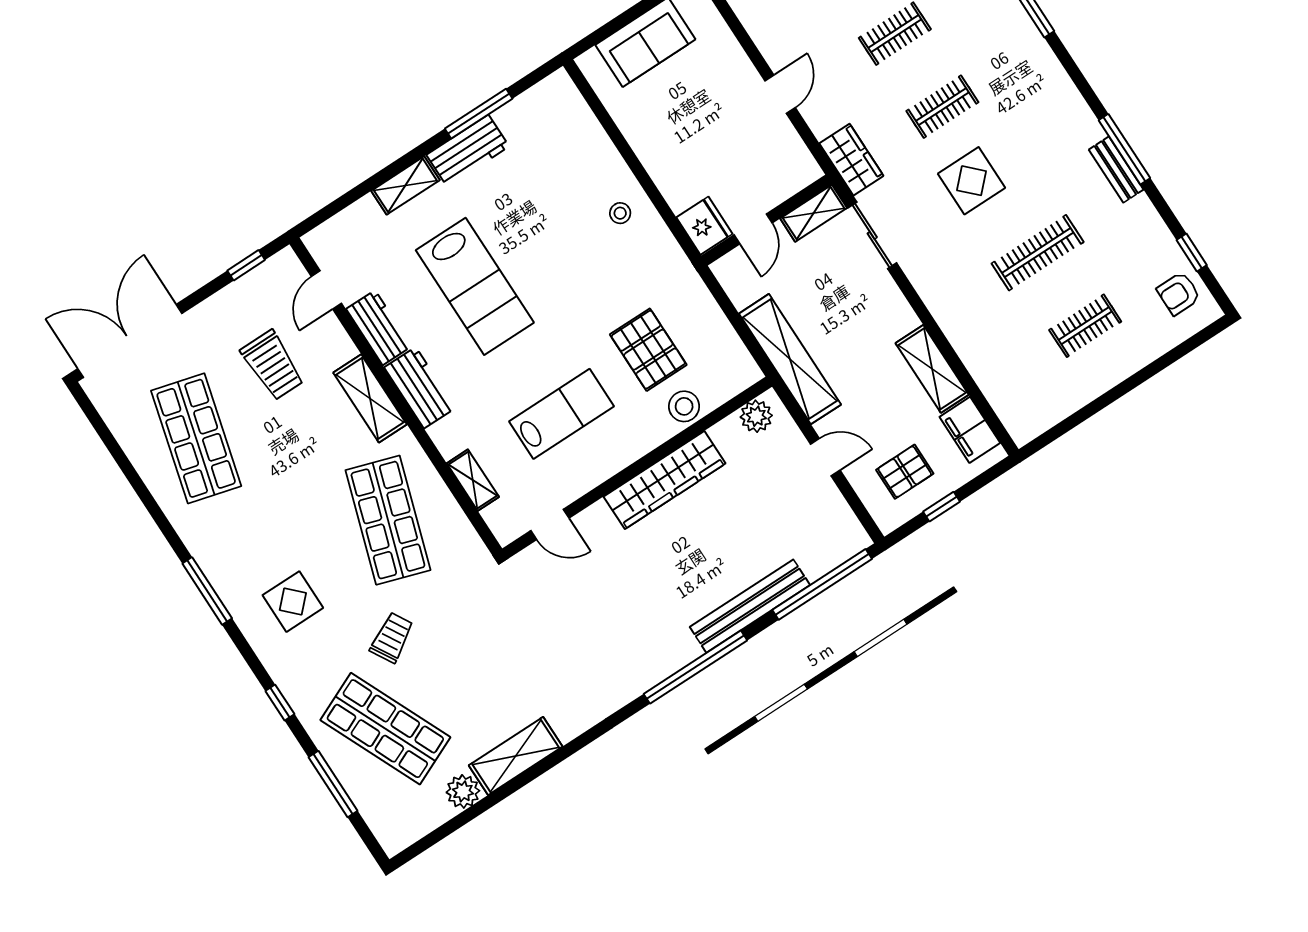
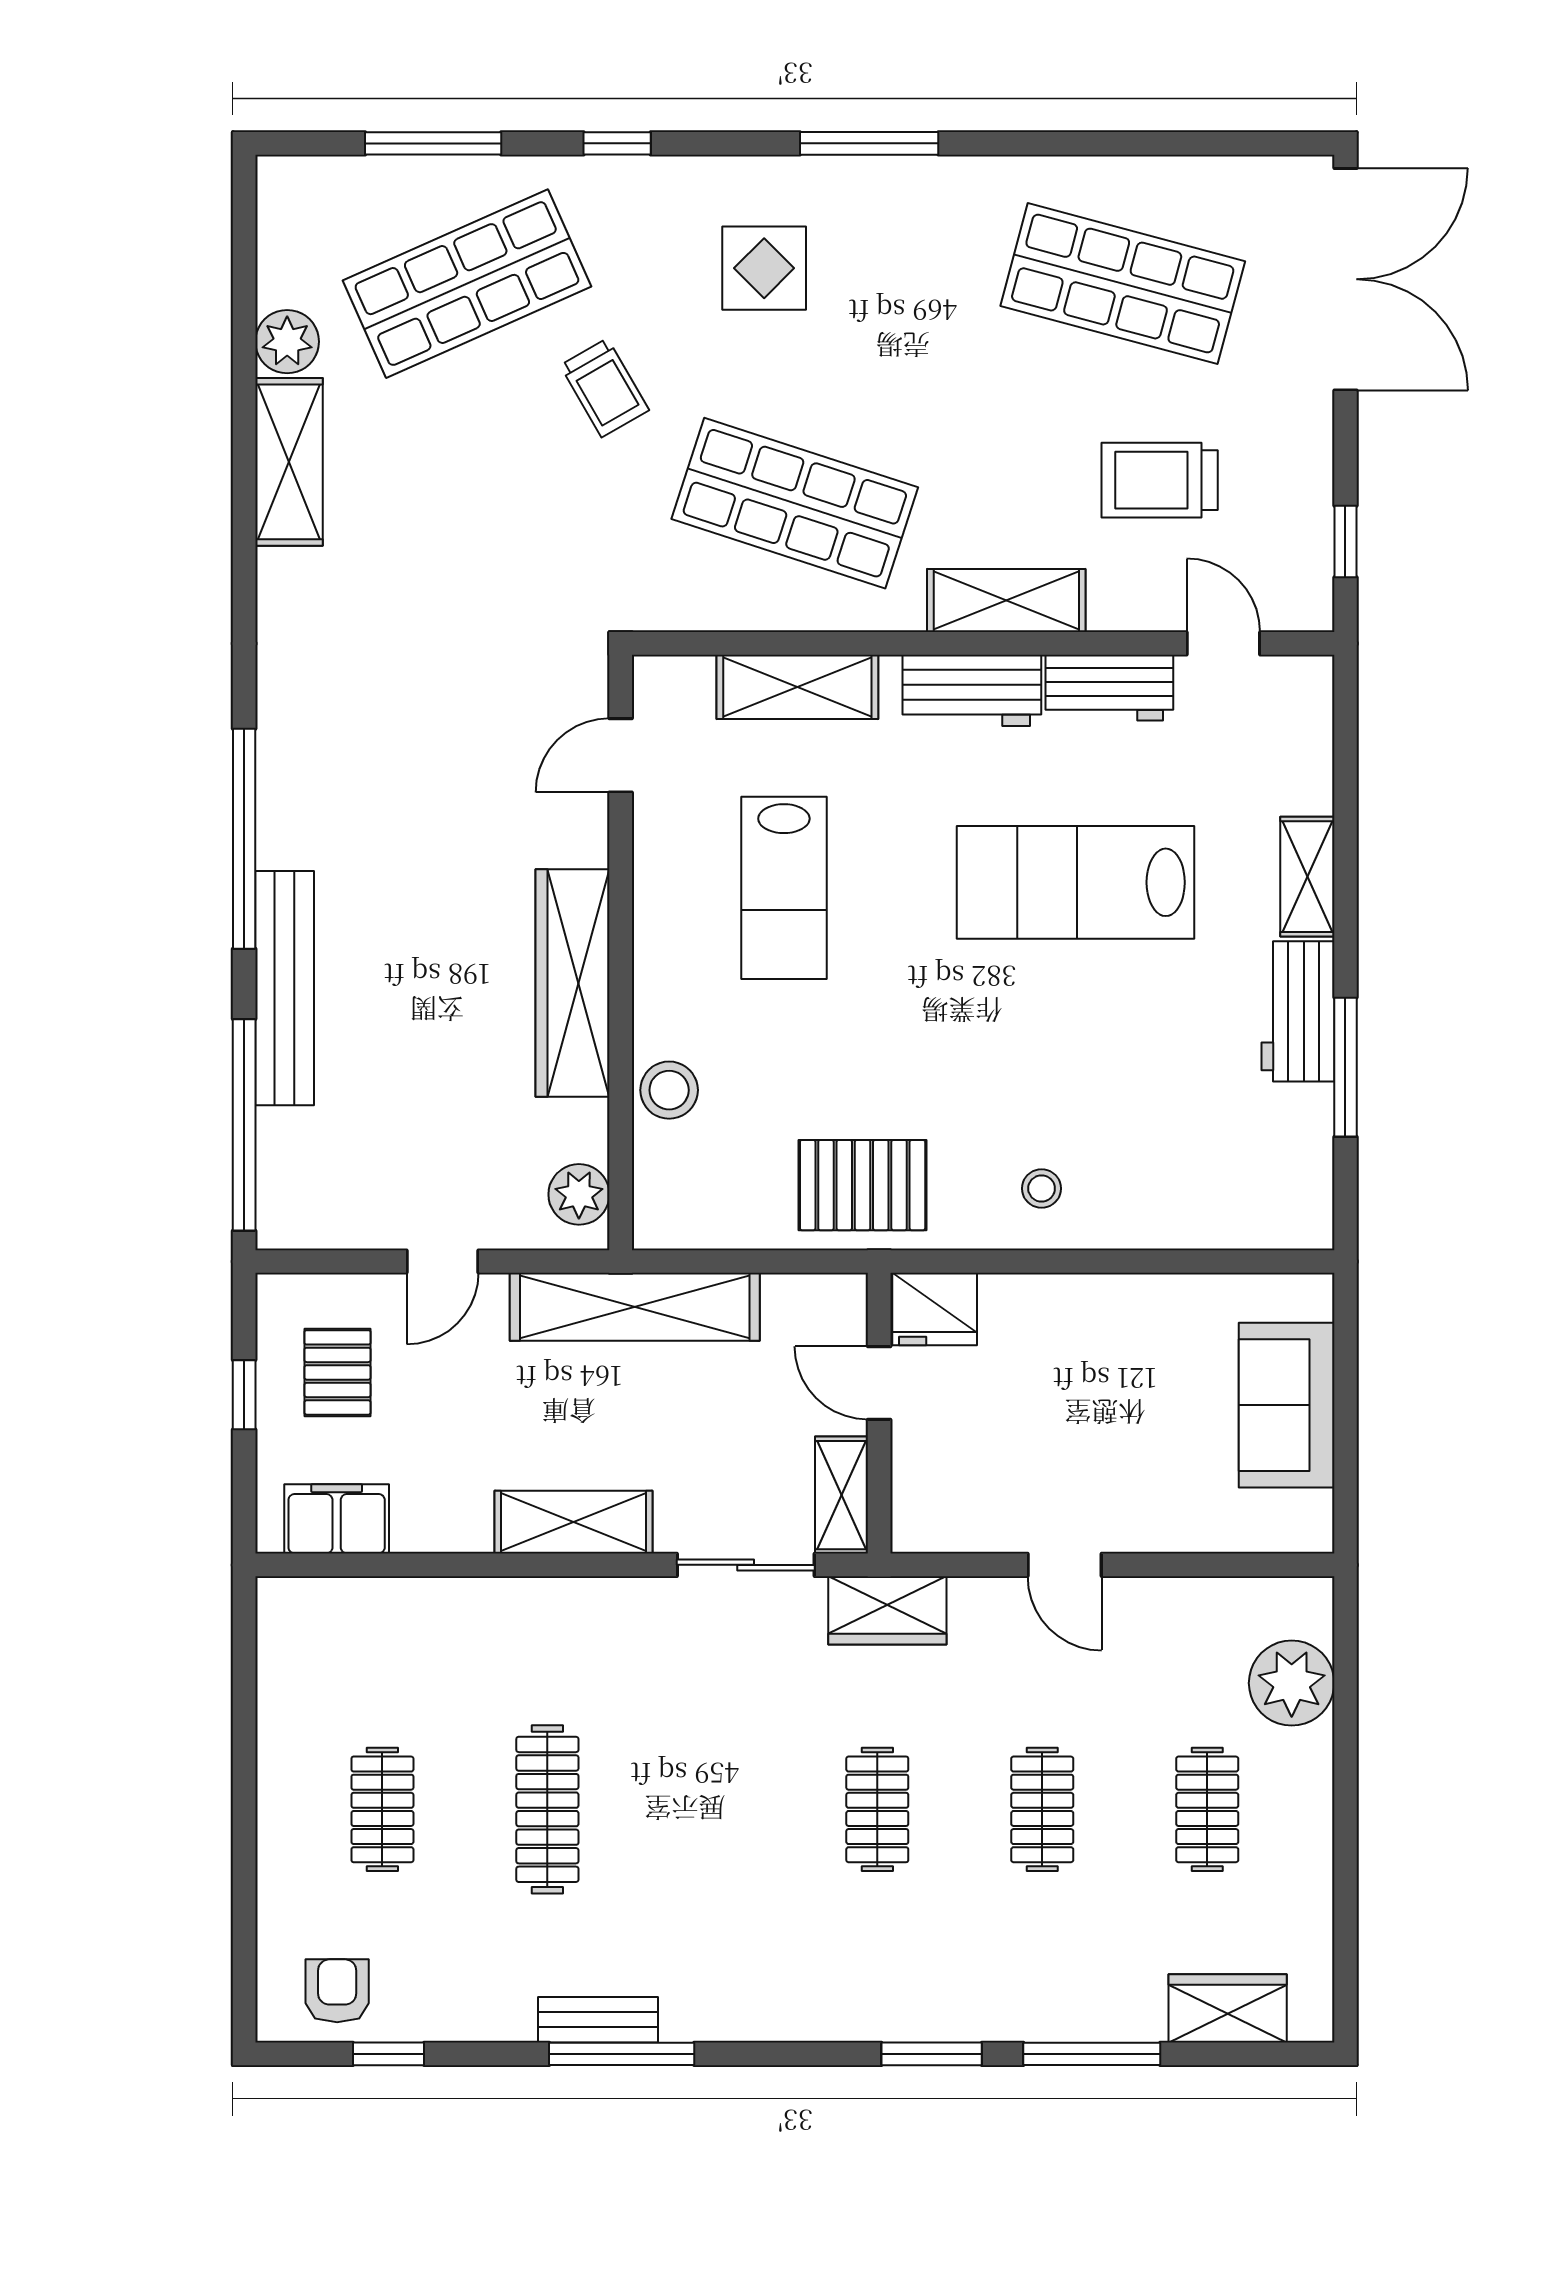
display table: (972, 181) -> (730, 1779), removed
pallet: (648, 350) -> (863, 1185), moved
shelving: (932, 369) -> (573, 1522), moved
shelving: (473, 480) -> (797, 687), width x1.50, depth x1.33

